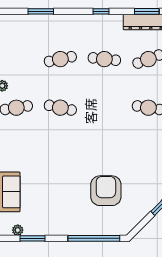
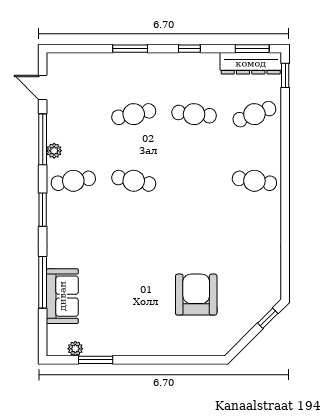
window: (41, 11) -> (130, 49), moved
window: (94, 238) -> (180, 360), removed

